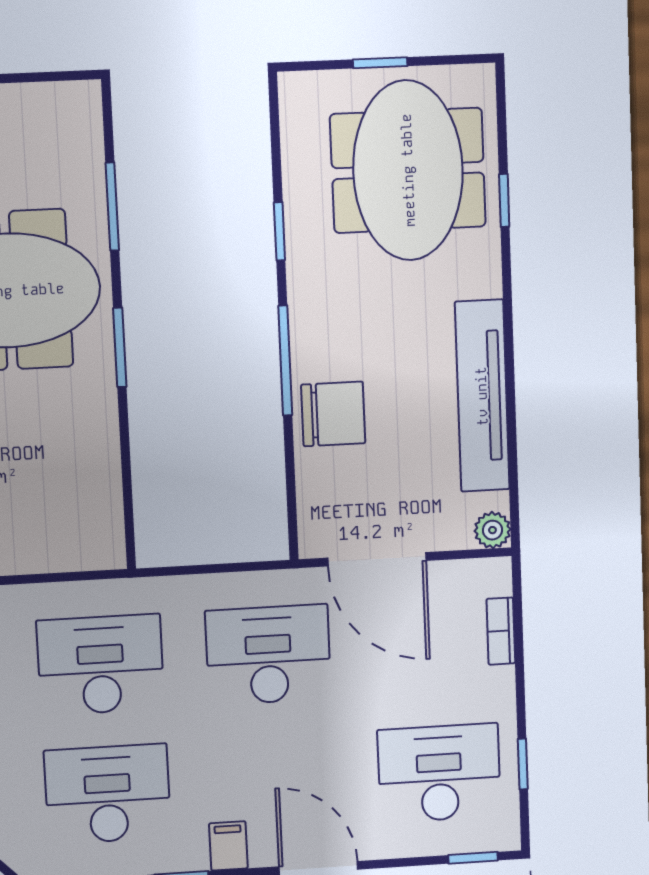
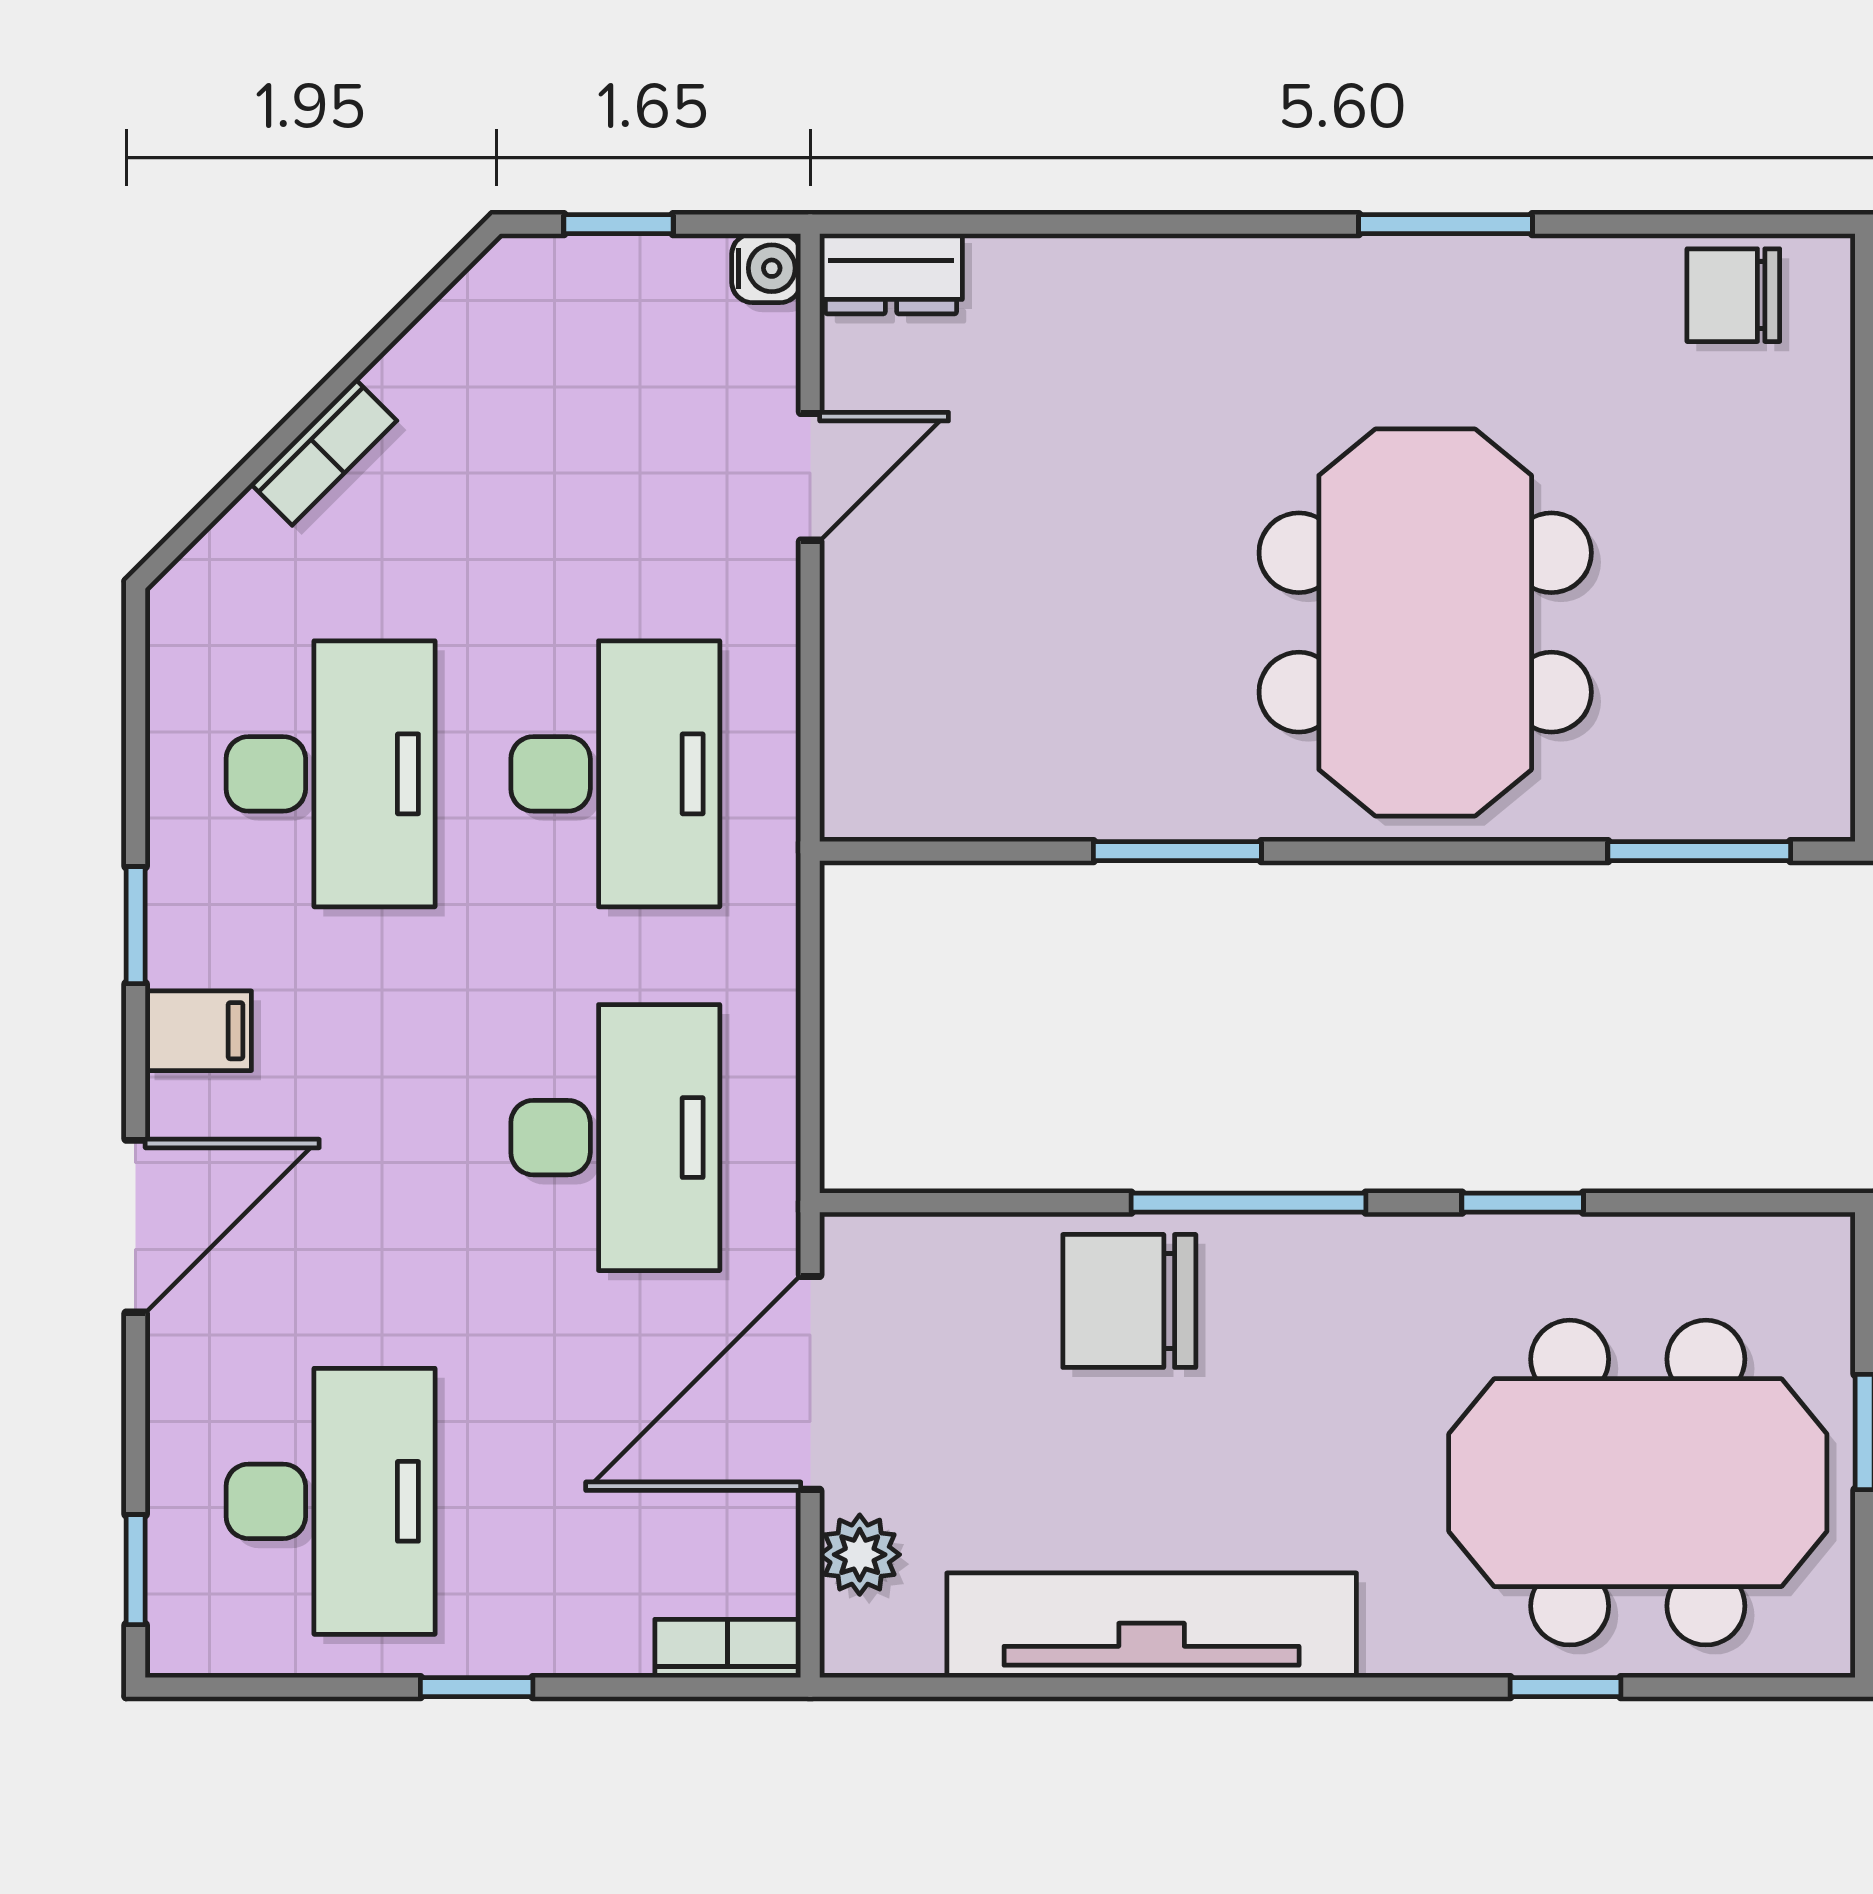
window: (112, 207) -> (1699, 851), moved
window: (120, 347) -> (1177, 851), moved
chair: (333, 414) -> (1129, 1301), turned 90
plant: (492, 530) -> (860, 1555), moved
bookcase: (501, 631) -> (728, 1649), moved
window: (523, 764) -> (477, 1687), moved

